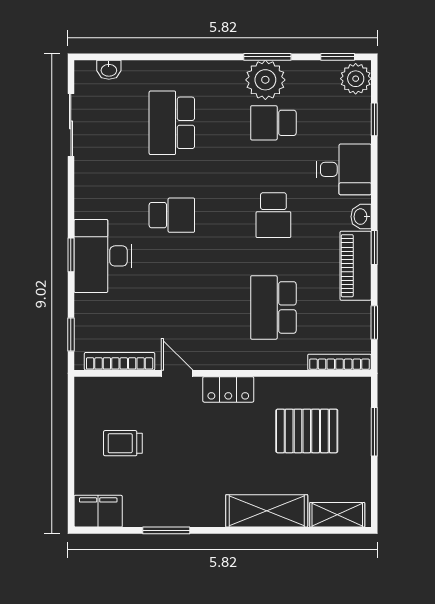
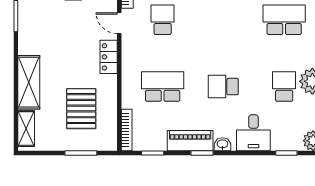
school desk: (172, 215) -> (163, 20), moved, turned 180
door: (177, 373) -> (119, 23), swing flipped

